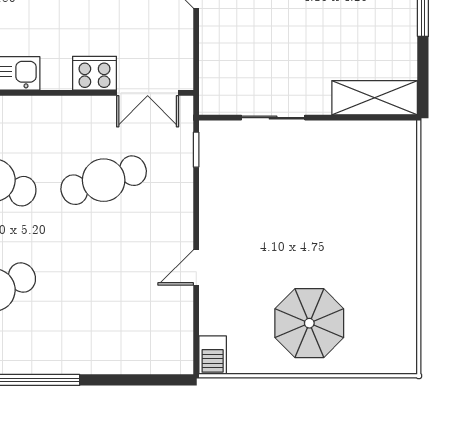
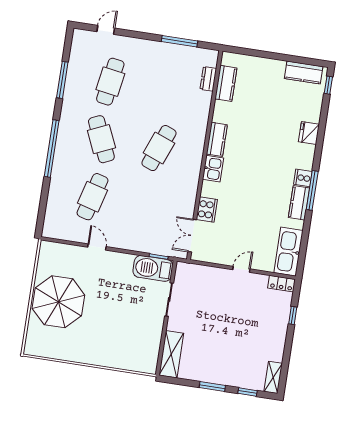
cafe table: (104, 180) -> (93, 197), moved, turned 33
parasol: (309, 323) -> (58, 302), width x1.36, depth x1.36
barbecue: (213, 355) -> (153, 268), moved, width x1.88, depth x1.53

